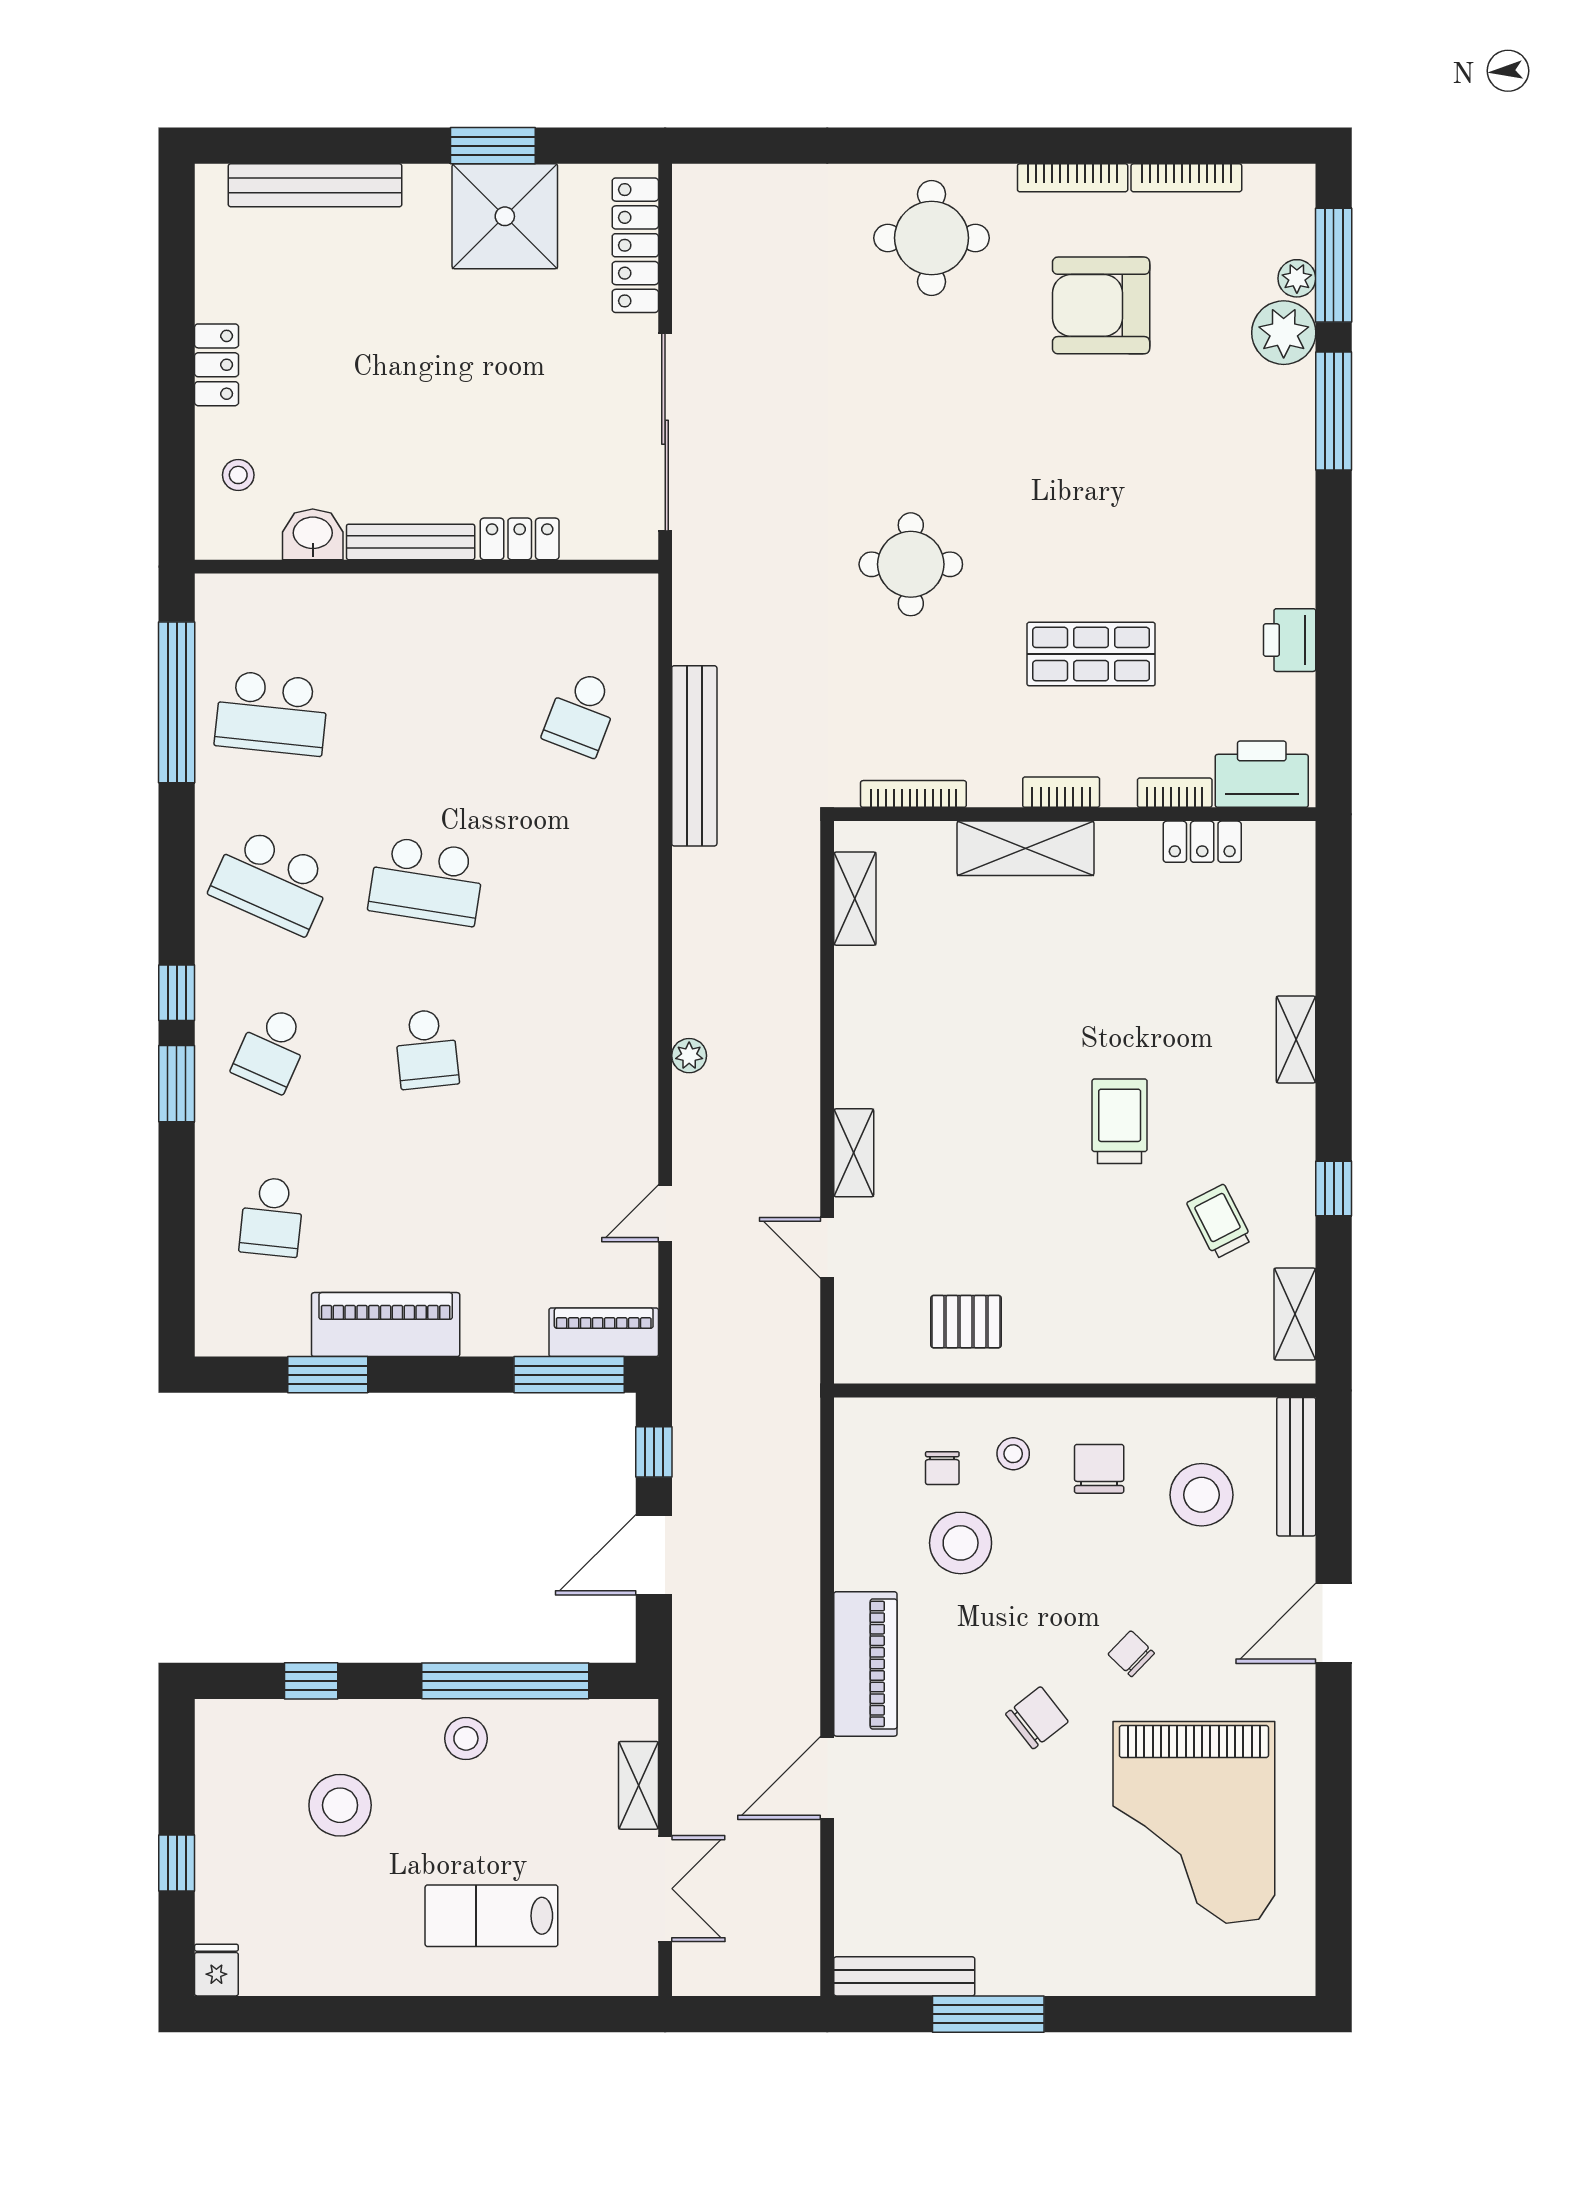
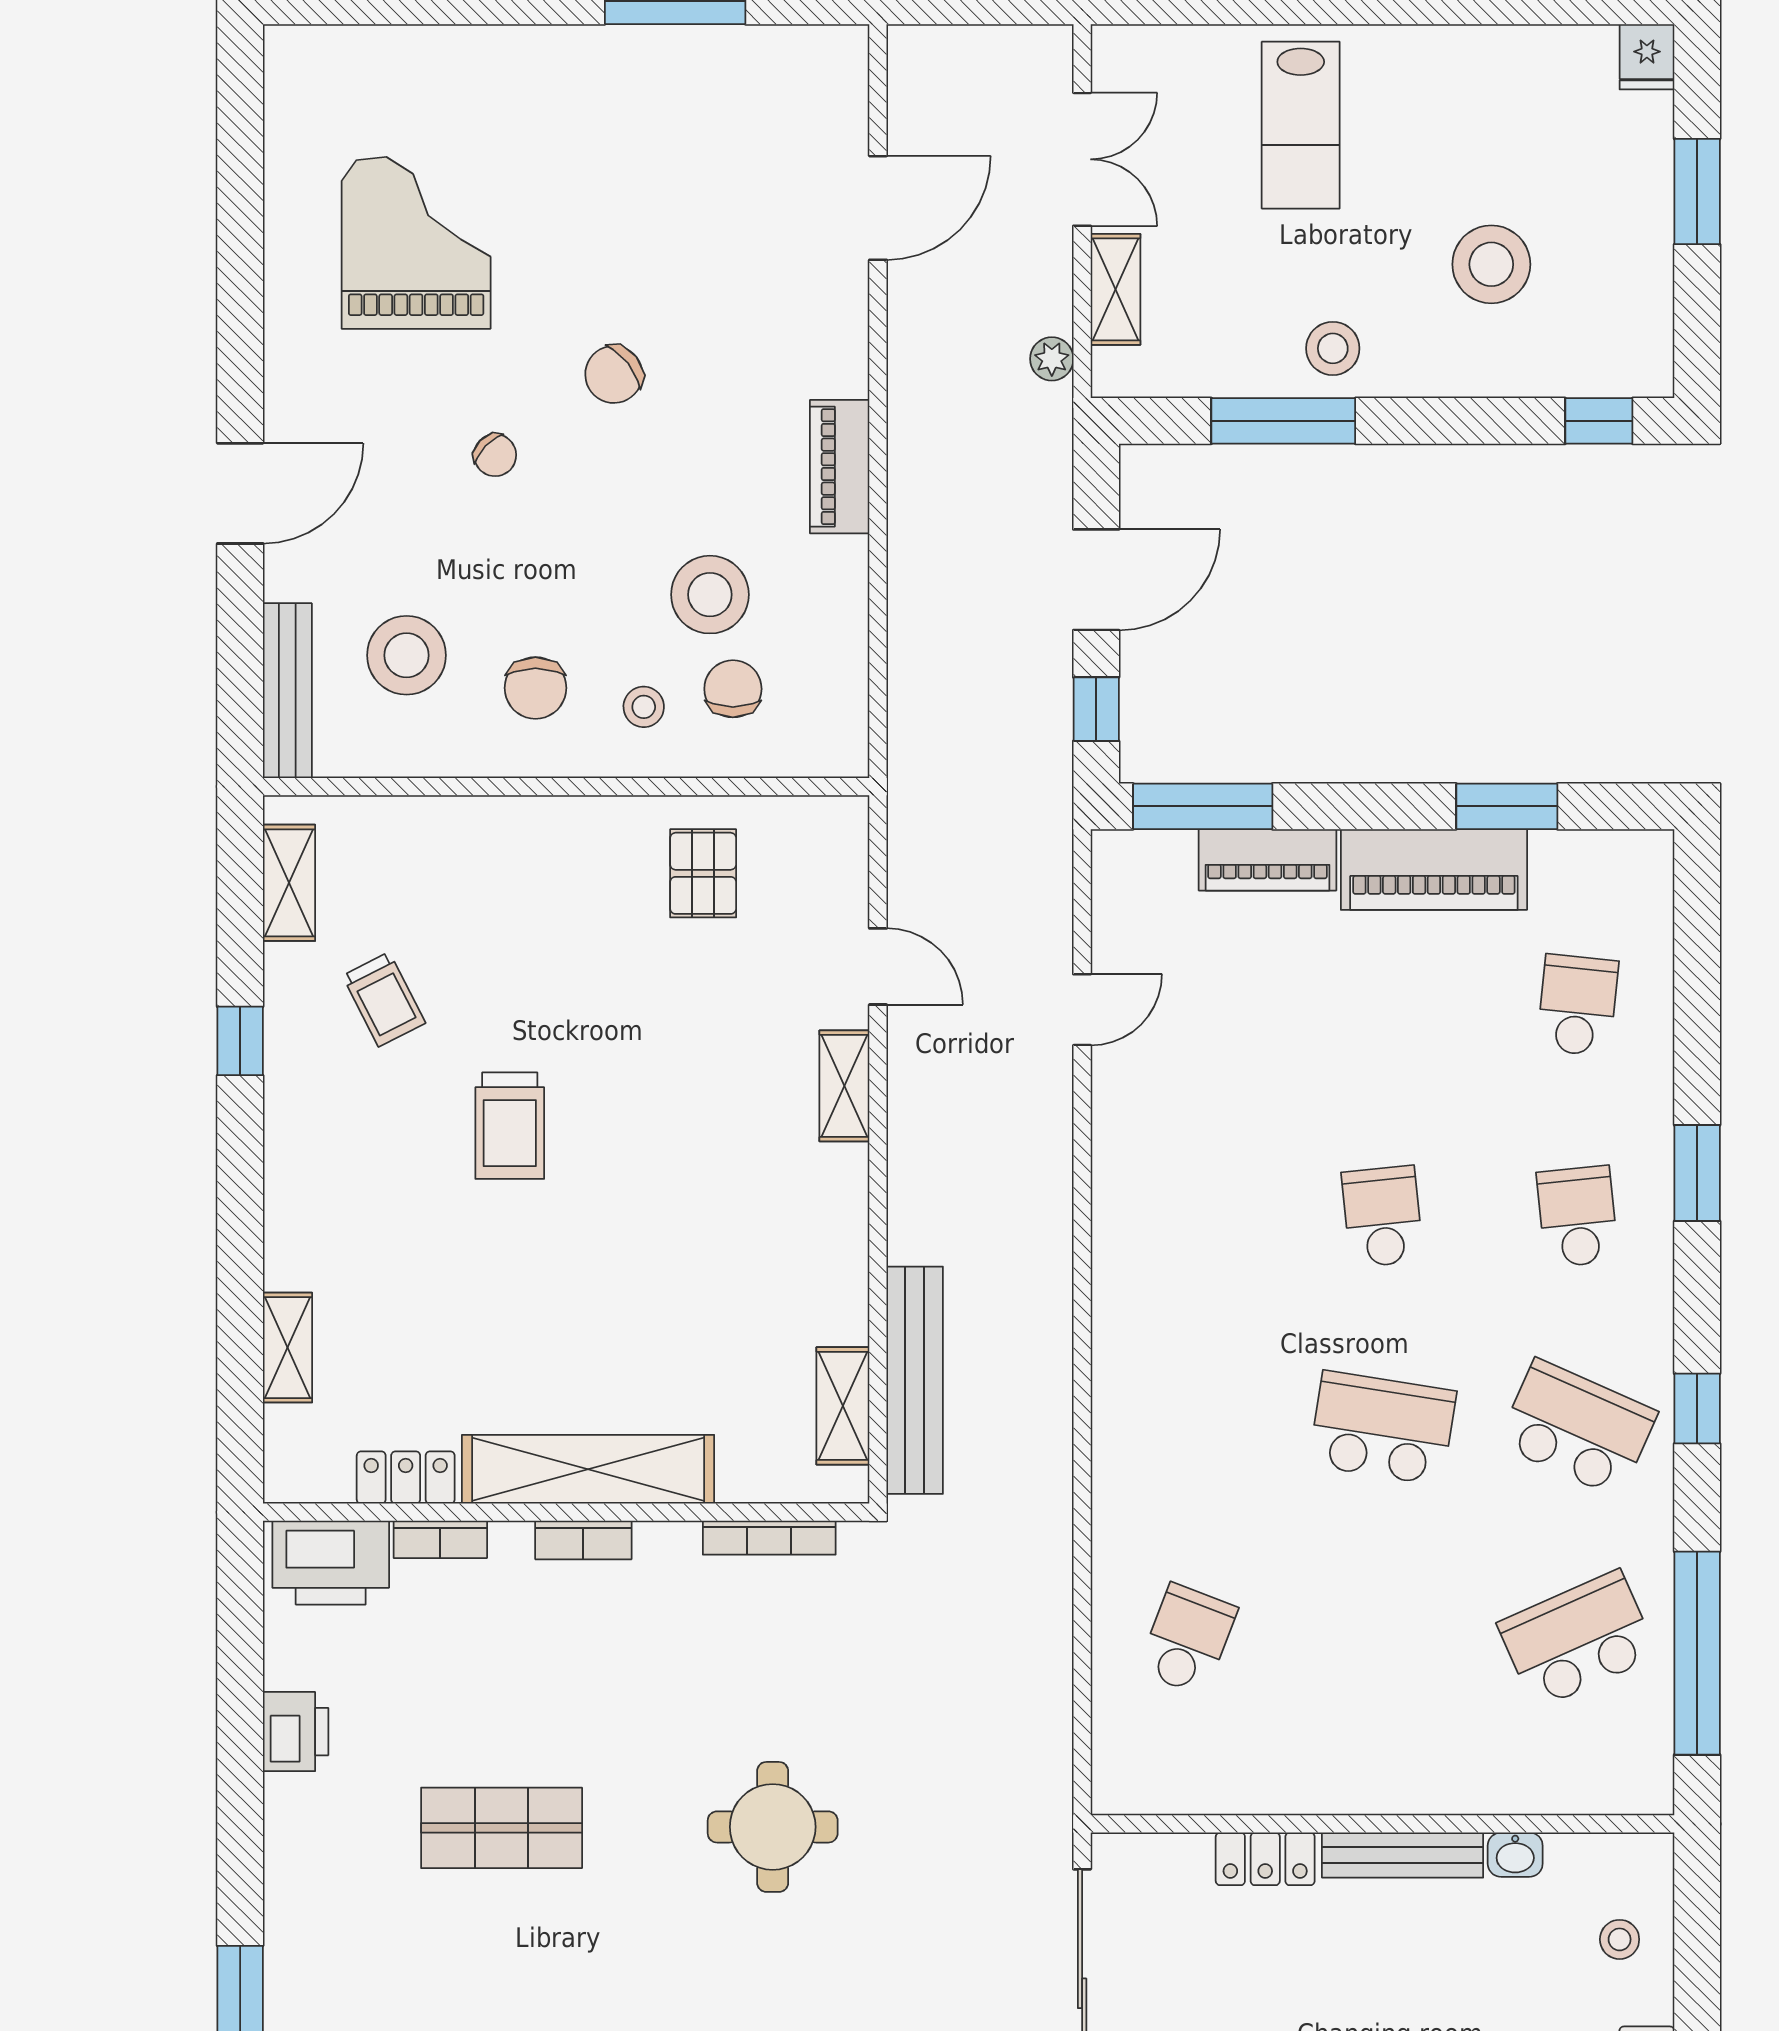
washbasin: (313, 534) -> (1515, 1855), width x0.72, depth x0.69
shop shelf: (1091, 654) -> (502, 1828), moved
school desk: (272, 713) -> (1577, 1639), turned -30
bench: (694, 756) -> (915, 1380), moved
shelving: (1026, 848) -> (588, 1469), width x1.47
window: (177, 993) -> (1697, 1409), moved
shelving: (1296, 1039) -> (288, 1348), moved
school desk: (272, 1049) -> (1577, 1217), turned -30
plant: (689, 1056) -> (1052, 359), moved
pallet: (966, 1322) -> (703, 873), turned 90
piano: (604, 1332) -> (1267, 860), moved
chair: (942, 1468) -> (733, 689), width x1.37, depth x1.37
piano: (865, 1664) -> (840, 467), width x0.73, depth x0.75
window: (311, 1681) -> (1599, 421), moved
window: (505, 1681) -> (1283, 421), width x0.68
door: (827, 1778) -> (878, 208), moved
grand piano: (1194, 1822) -> (416, 243), width x0.73, depth x0.68
window: (177, 1863) -> (1697, 192), width x1.50
double door: (665, 1889) -> (1082, 159), swing flipped
lab bench: (491, 1916) -> (1301, 125), turned 90
bench: (904, 1976) -> (781, 49), removed

